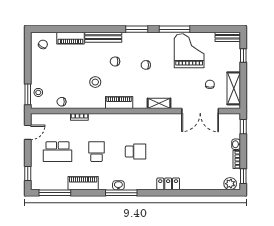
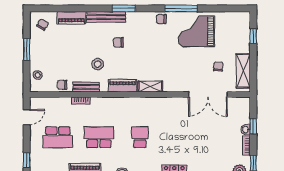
window: (137, 29) -> (124, 8), moved
bench: (228, 37) -> (86, 87), moved
grand piano: (189, 51) -> (196, 31), turned -90
chair: (146, 65) -> (161, 19), moved
window: (28, 94) -> (27, 49), moved
shelving: (159, 103) -> (150, 86), moved
window: (243, 127) -> (253, 126), moved
school desk: (96, 152) -> (99, 137), width x1.85
school desk: (135, 152) -> (140, 137), turned -90

